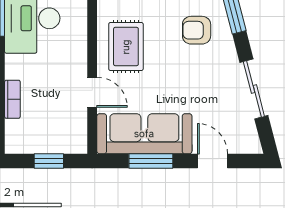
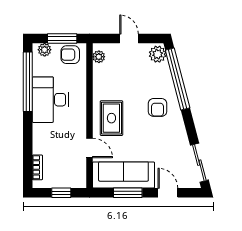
armchair: (197, 30) -> (157, 107), turned -90
sliding door: (254, 89) -> (199, 163), moved
bookcase: (12, 99) -> (37, 167), moved

